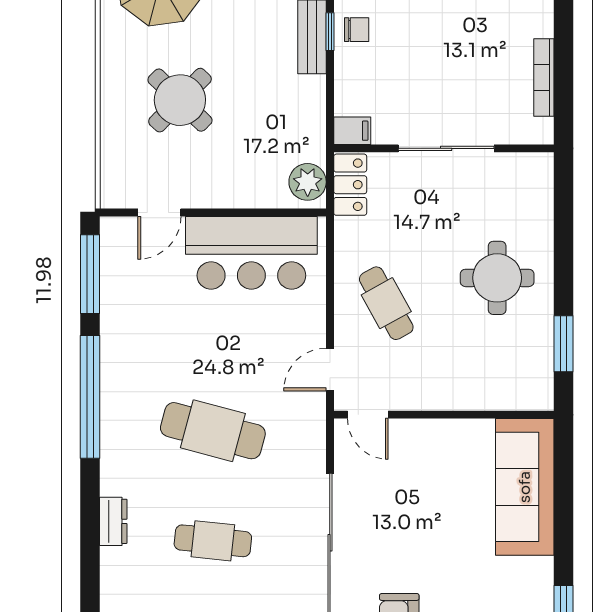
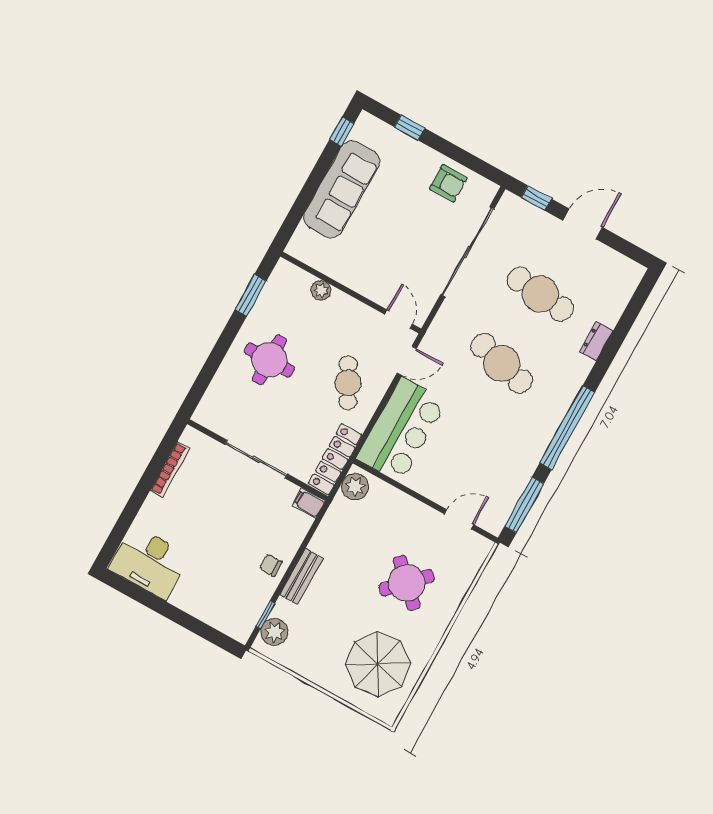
window: (330, 32) -> (288, 573), removed
locker: (350, 185) -> (335, 459), width x1.53
bar counter: (251, 253) -> (401, 430), moved, turned 90
plant: (481, 397) -> (321, 290), added
sofa: (525, 487) -> (342, 189), moved
cafe table: (213, 541) -> (540, 294), width x1.37, depth x1.35

